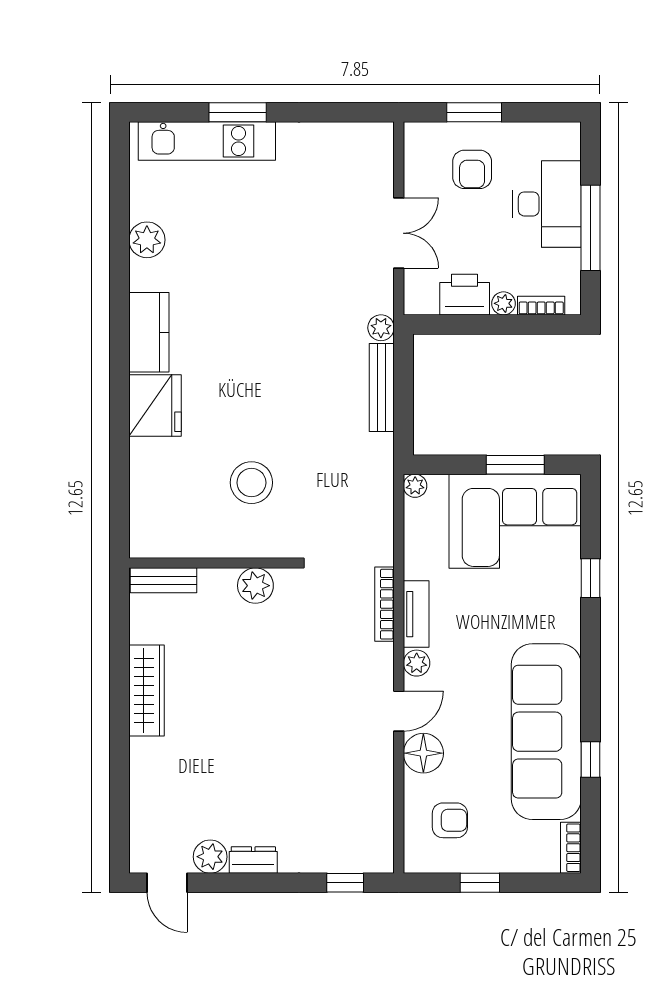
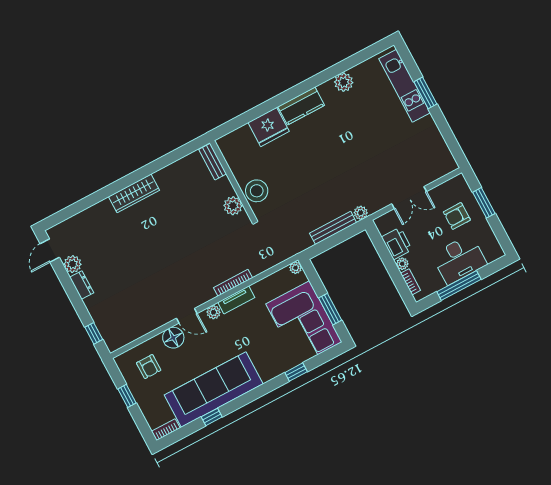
wall: (212, 563) -> (233, 180), moved
bench: (163, 580) -> (213, 162), moved
plant: (255, 586) -> (233, 206), moved

